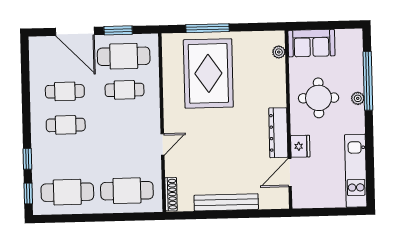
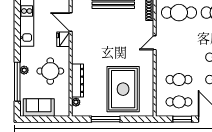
window: (208, 28) -> (106, 119), moved
sofa: (311, 43) -> (39, 108), moved
cafe table: (124, 56) -> (179, 102), width x0.73, depth x0.74
dresser: (278, 133) -> (78, 80), moved
door: (290, 173) -> (71, 22), swing flipped

